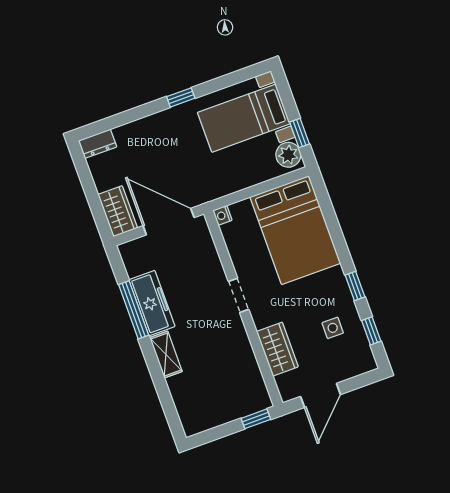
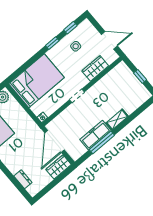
dresser: (98, 144) -> (23, 179), moved
window: (256, 419) -> (140, 76), moved

